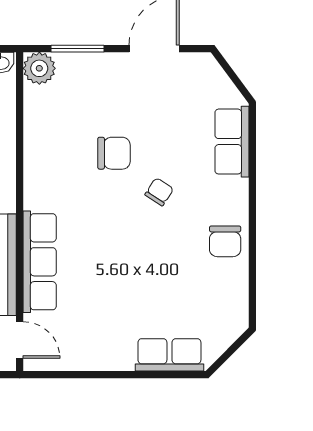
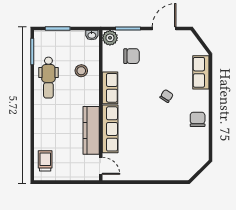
chair: (114, 153) -> (131, 56), moved
chair: (225, 241) -> (198, 119), turned 180
row of seats: (169, 355) -> (110, 88), moved, turned 90

